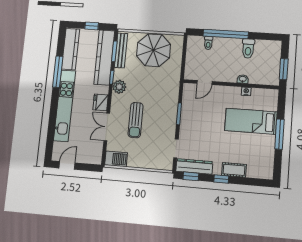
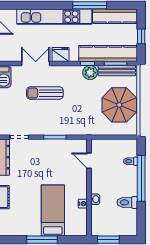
plant: (119, 87) -> (90, 73), moved

